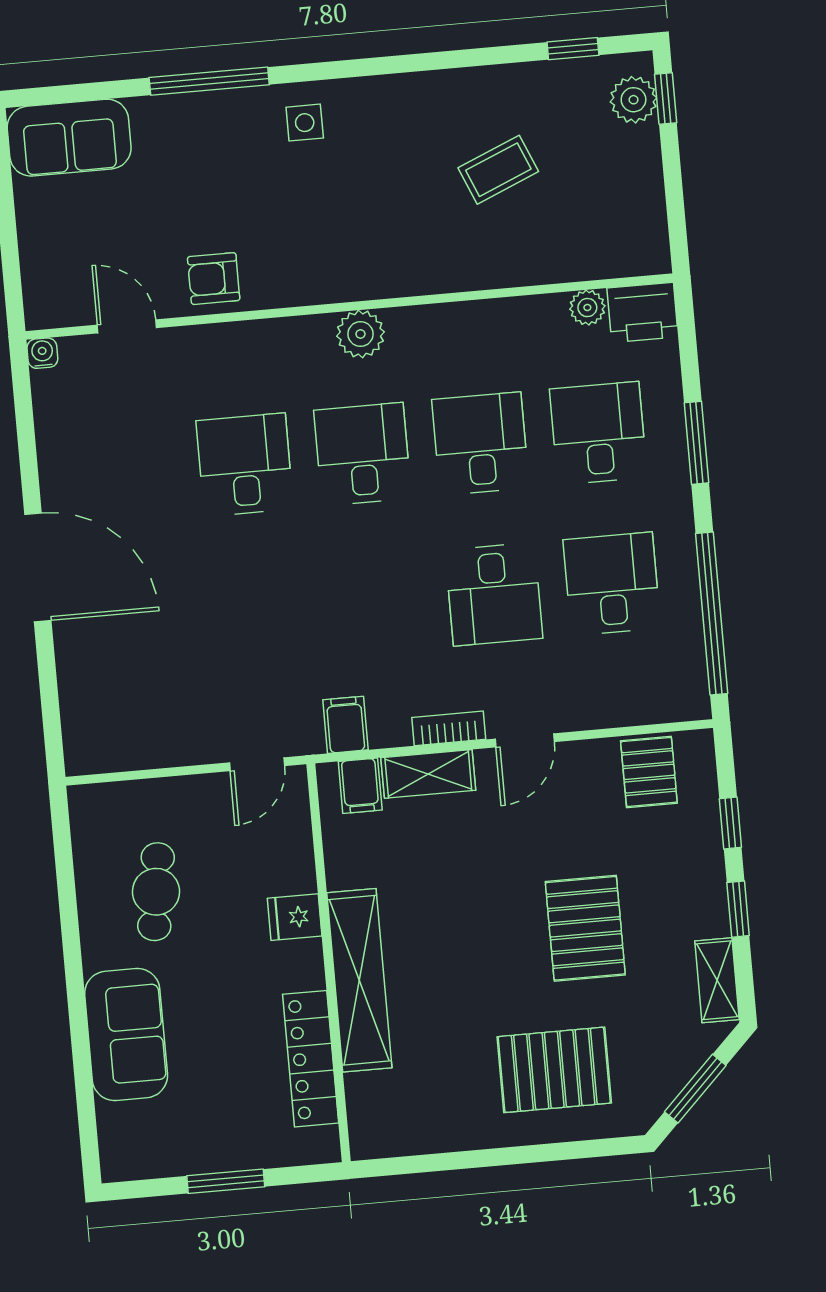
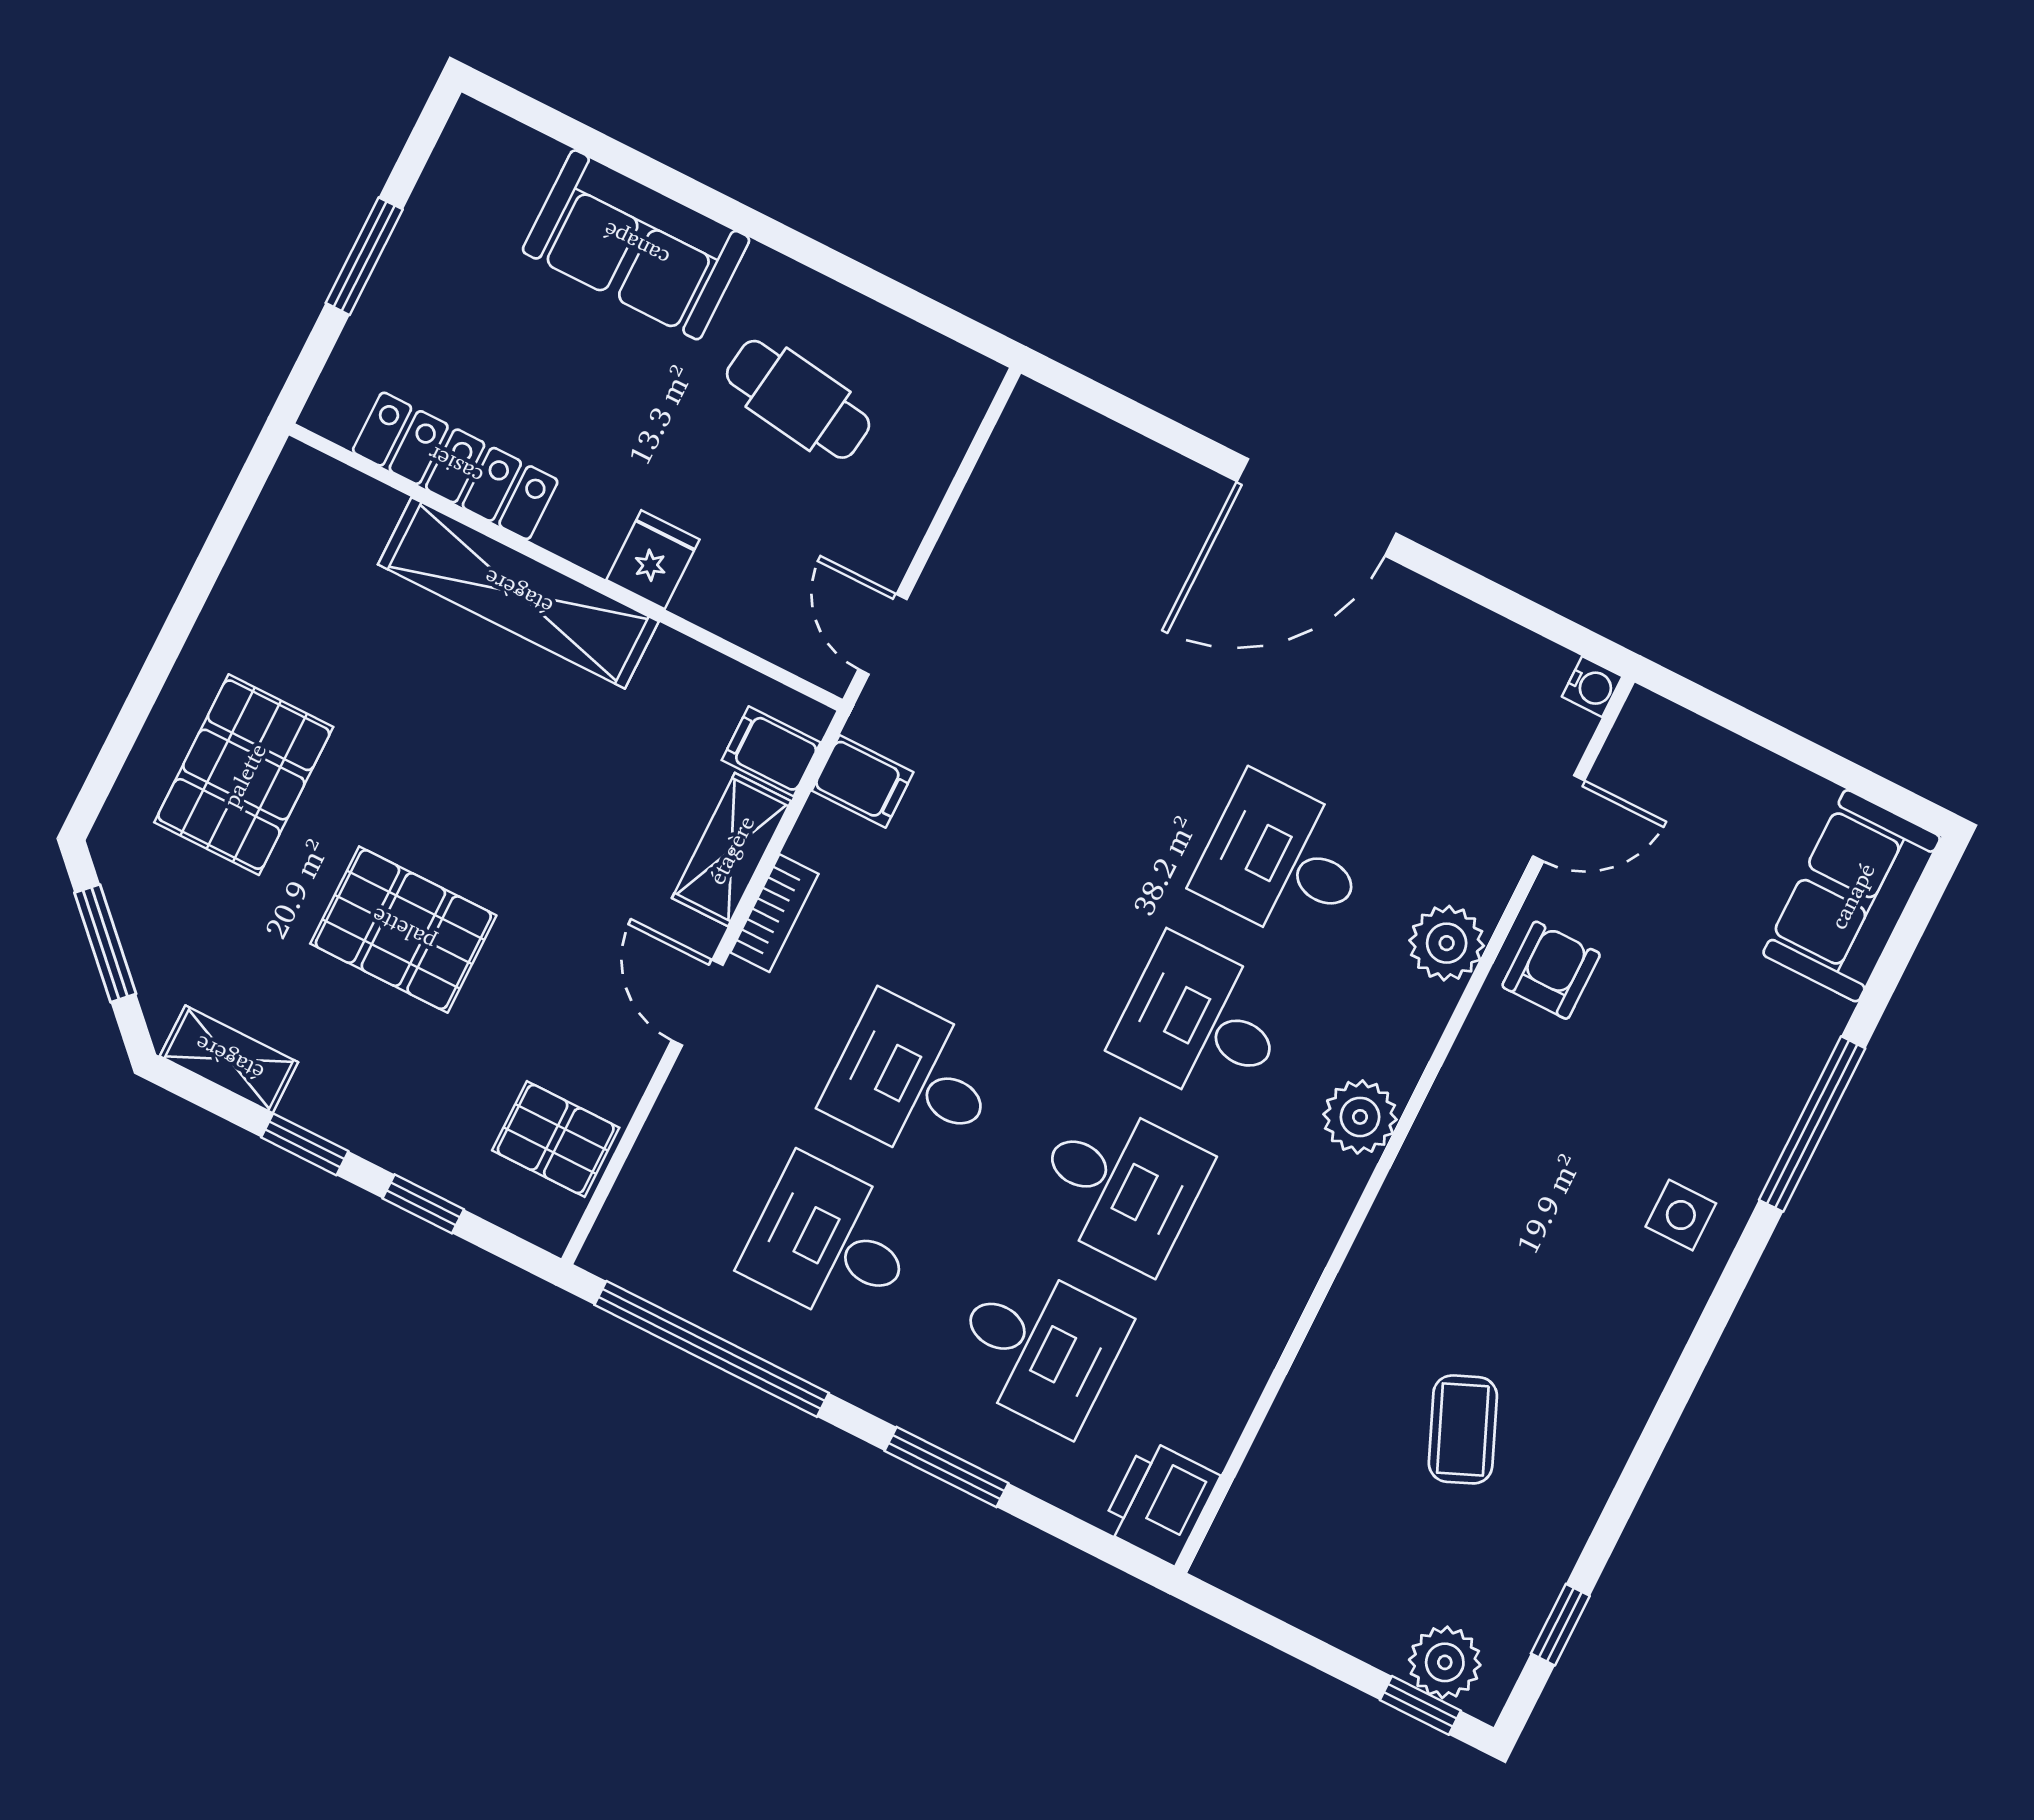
plant: (587, 308) -> (1447, 943), moved, width x1.38, depth x1.38
desk: (363, 454) -> (1202, 1023), turned 180
desk: (245, 465) -> (1283, 860), turned 180
desk: (612, 584) -> (831, 1243), turned 180

